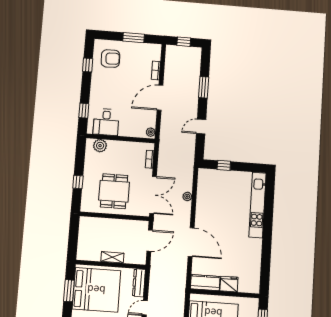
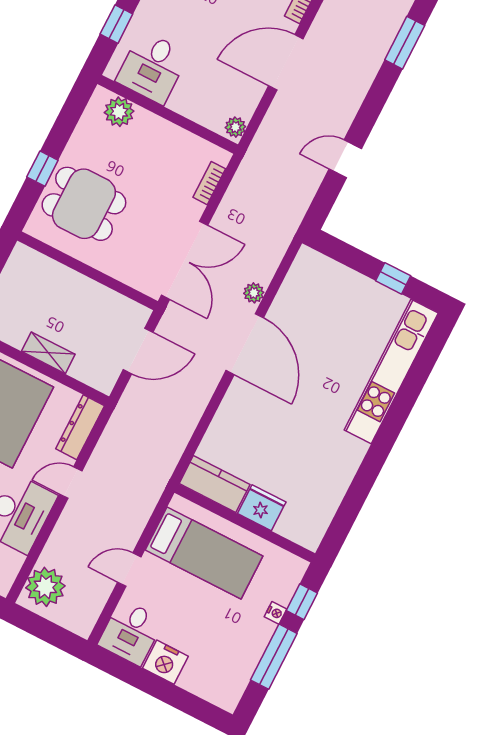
window: (204, 87) -> (405, 43), moved
window: (224, 165) -> (393, 278), moved
dining table: (114, 191) -> (84, 204), moved, turned 90
door: (191, 242) -> (245, 344), moved

